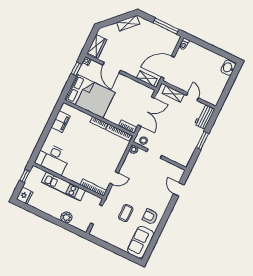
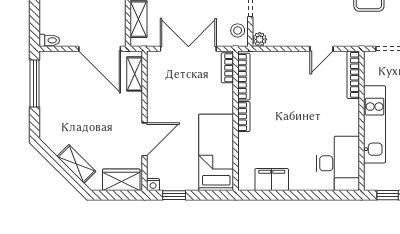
shelving: (128, 23) -> (76, 164), moved
bed: (90, 96) -> (216, 152), width x0.67
door: (114, 178) -> (322, 49), swing flipped

